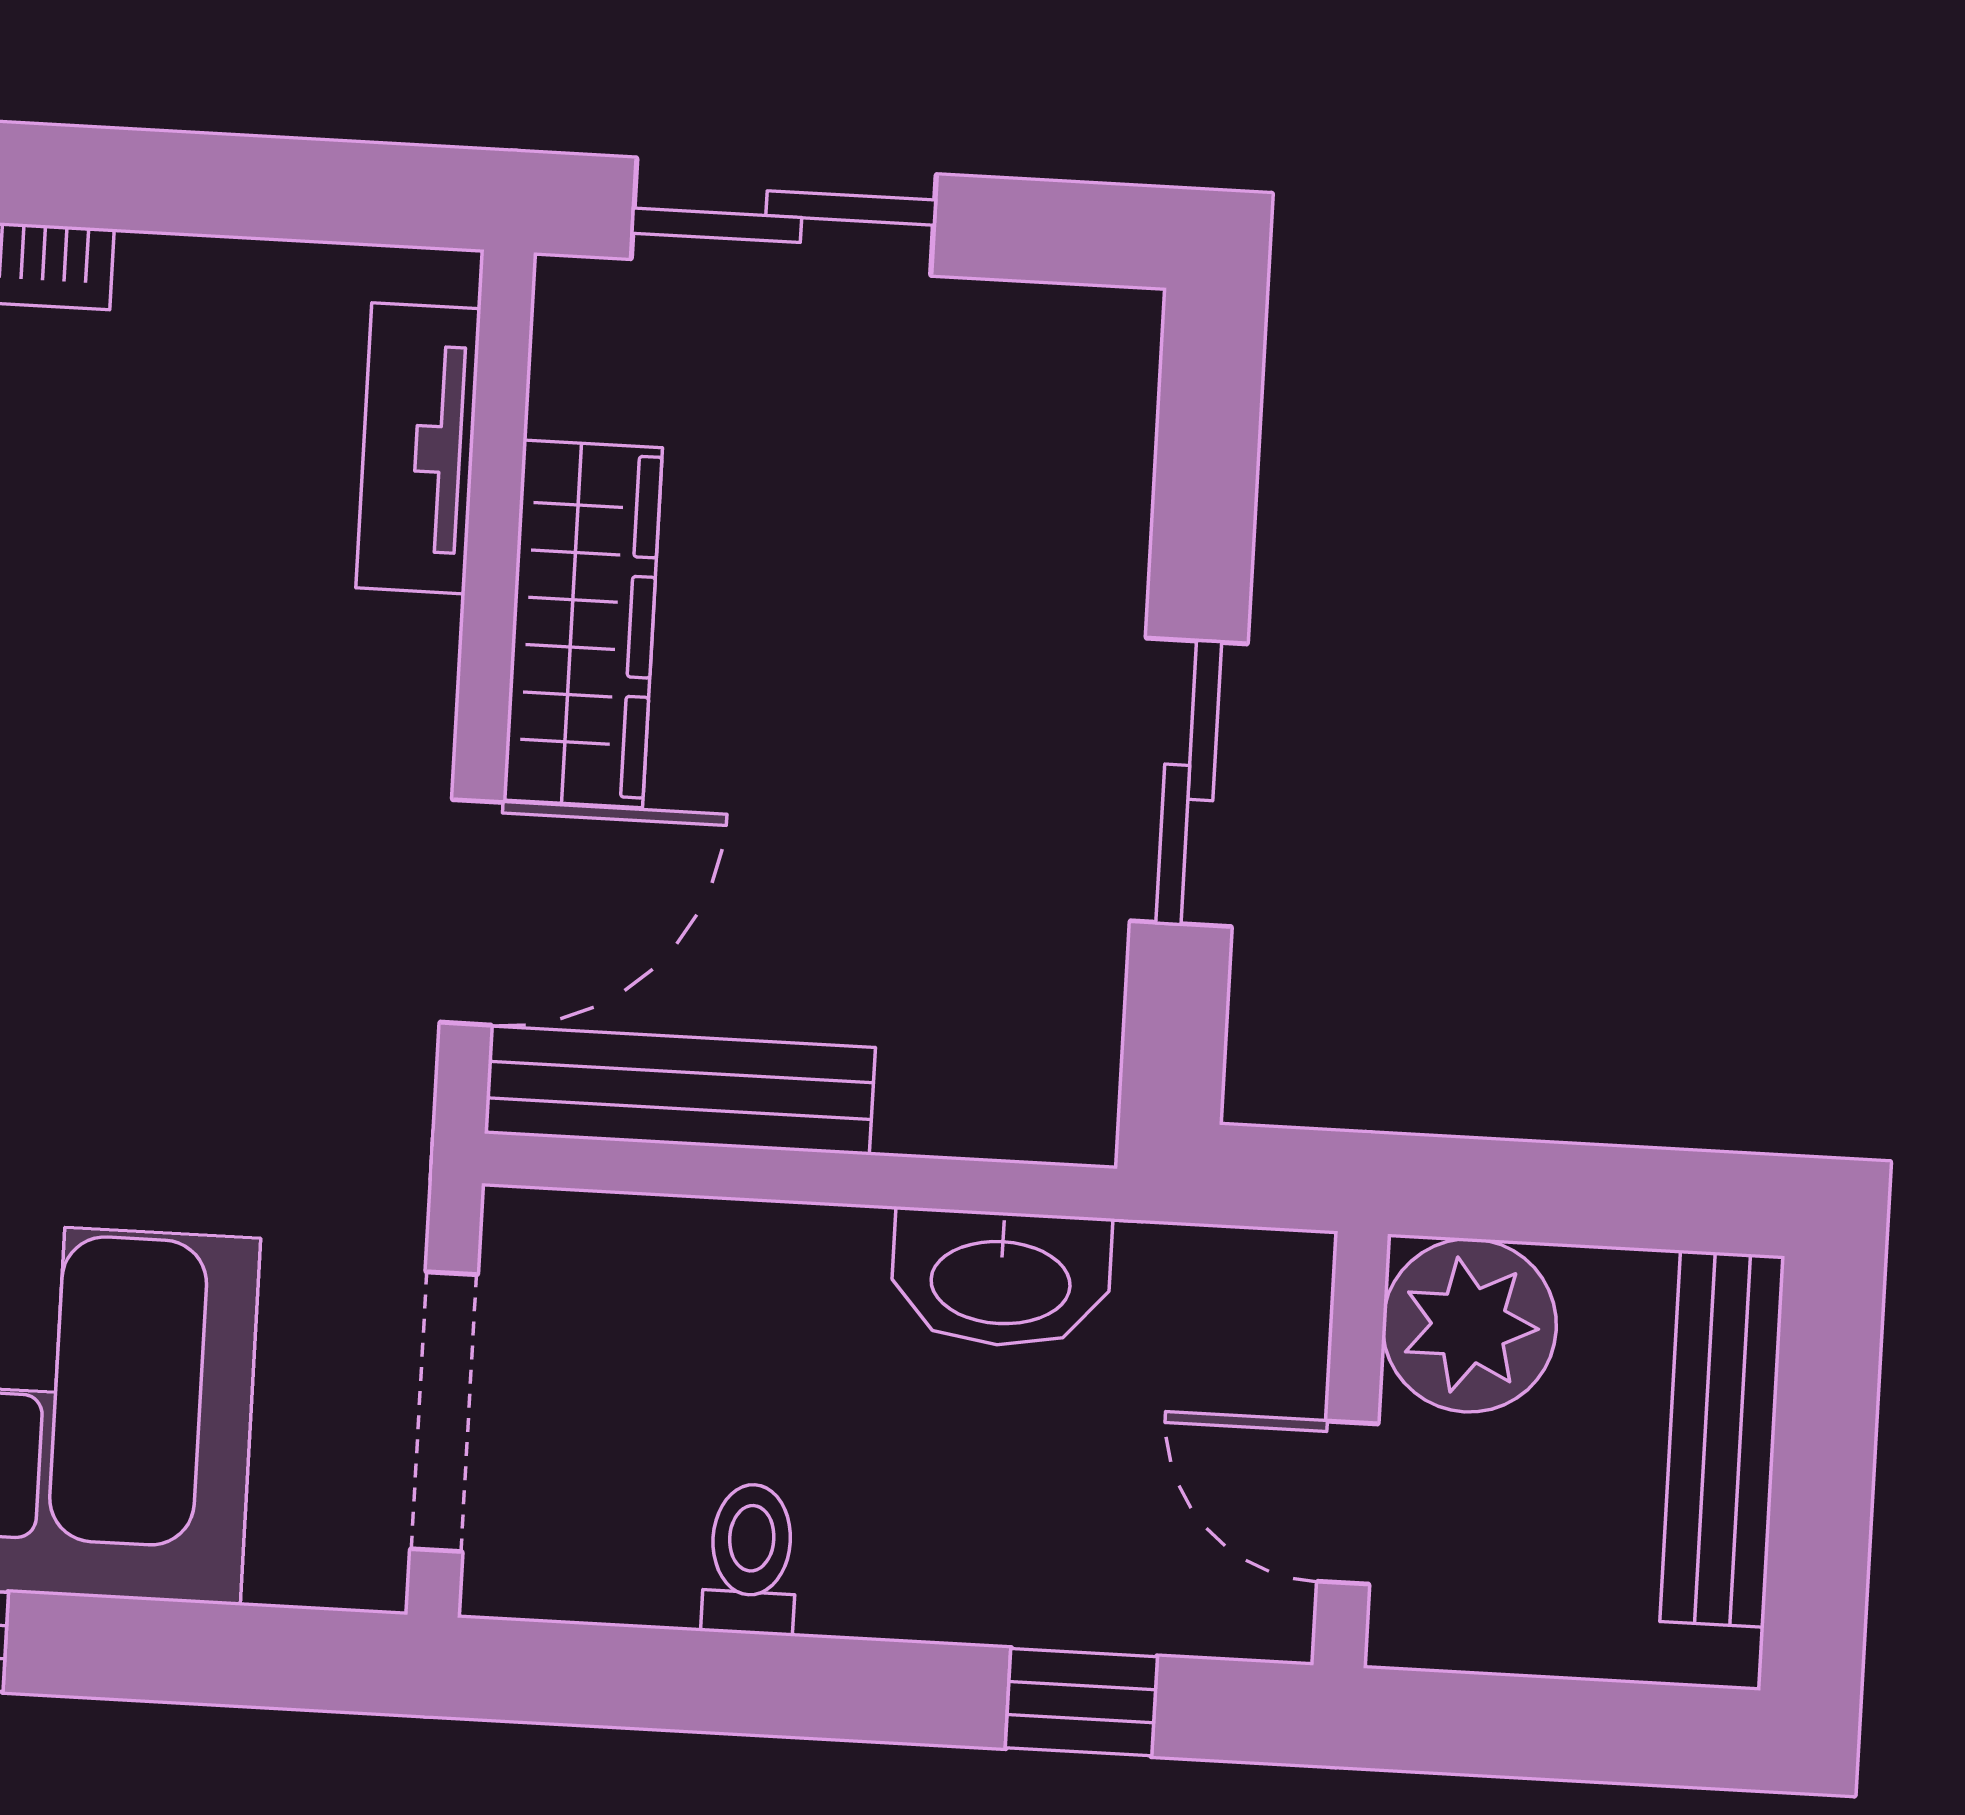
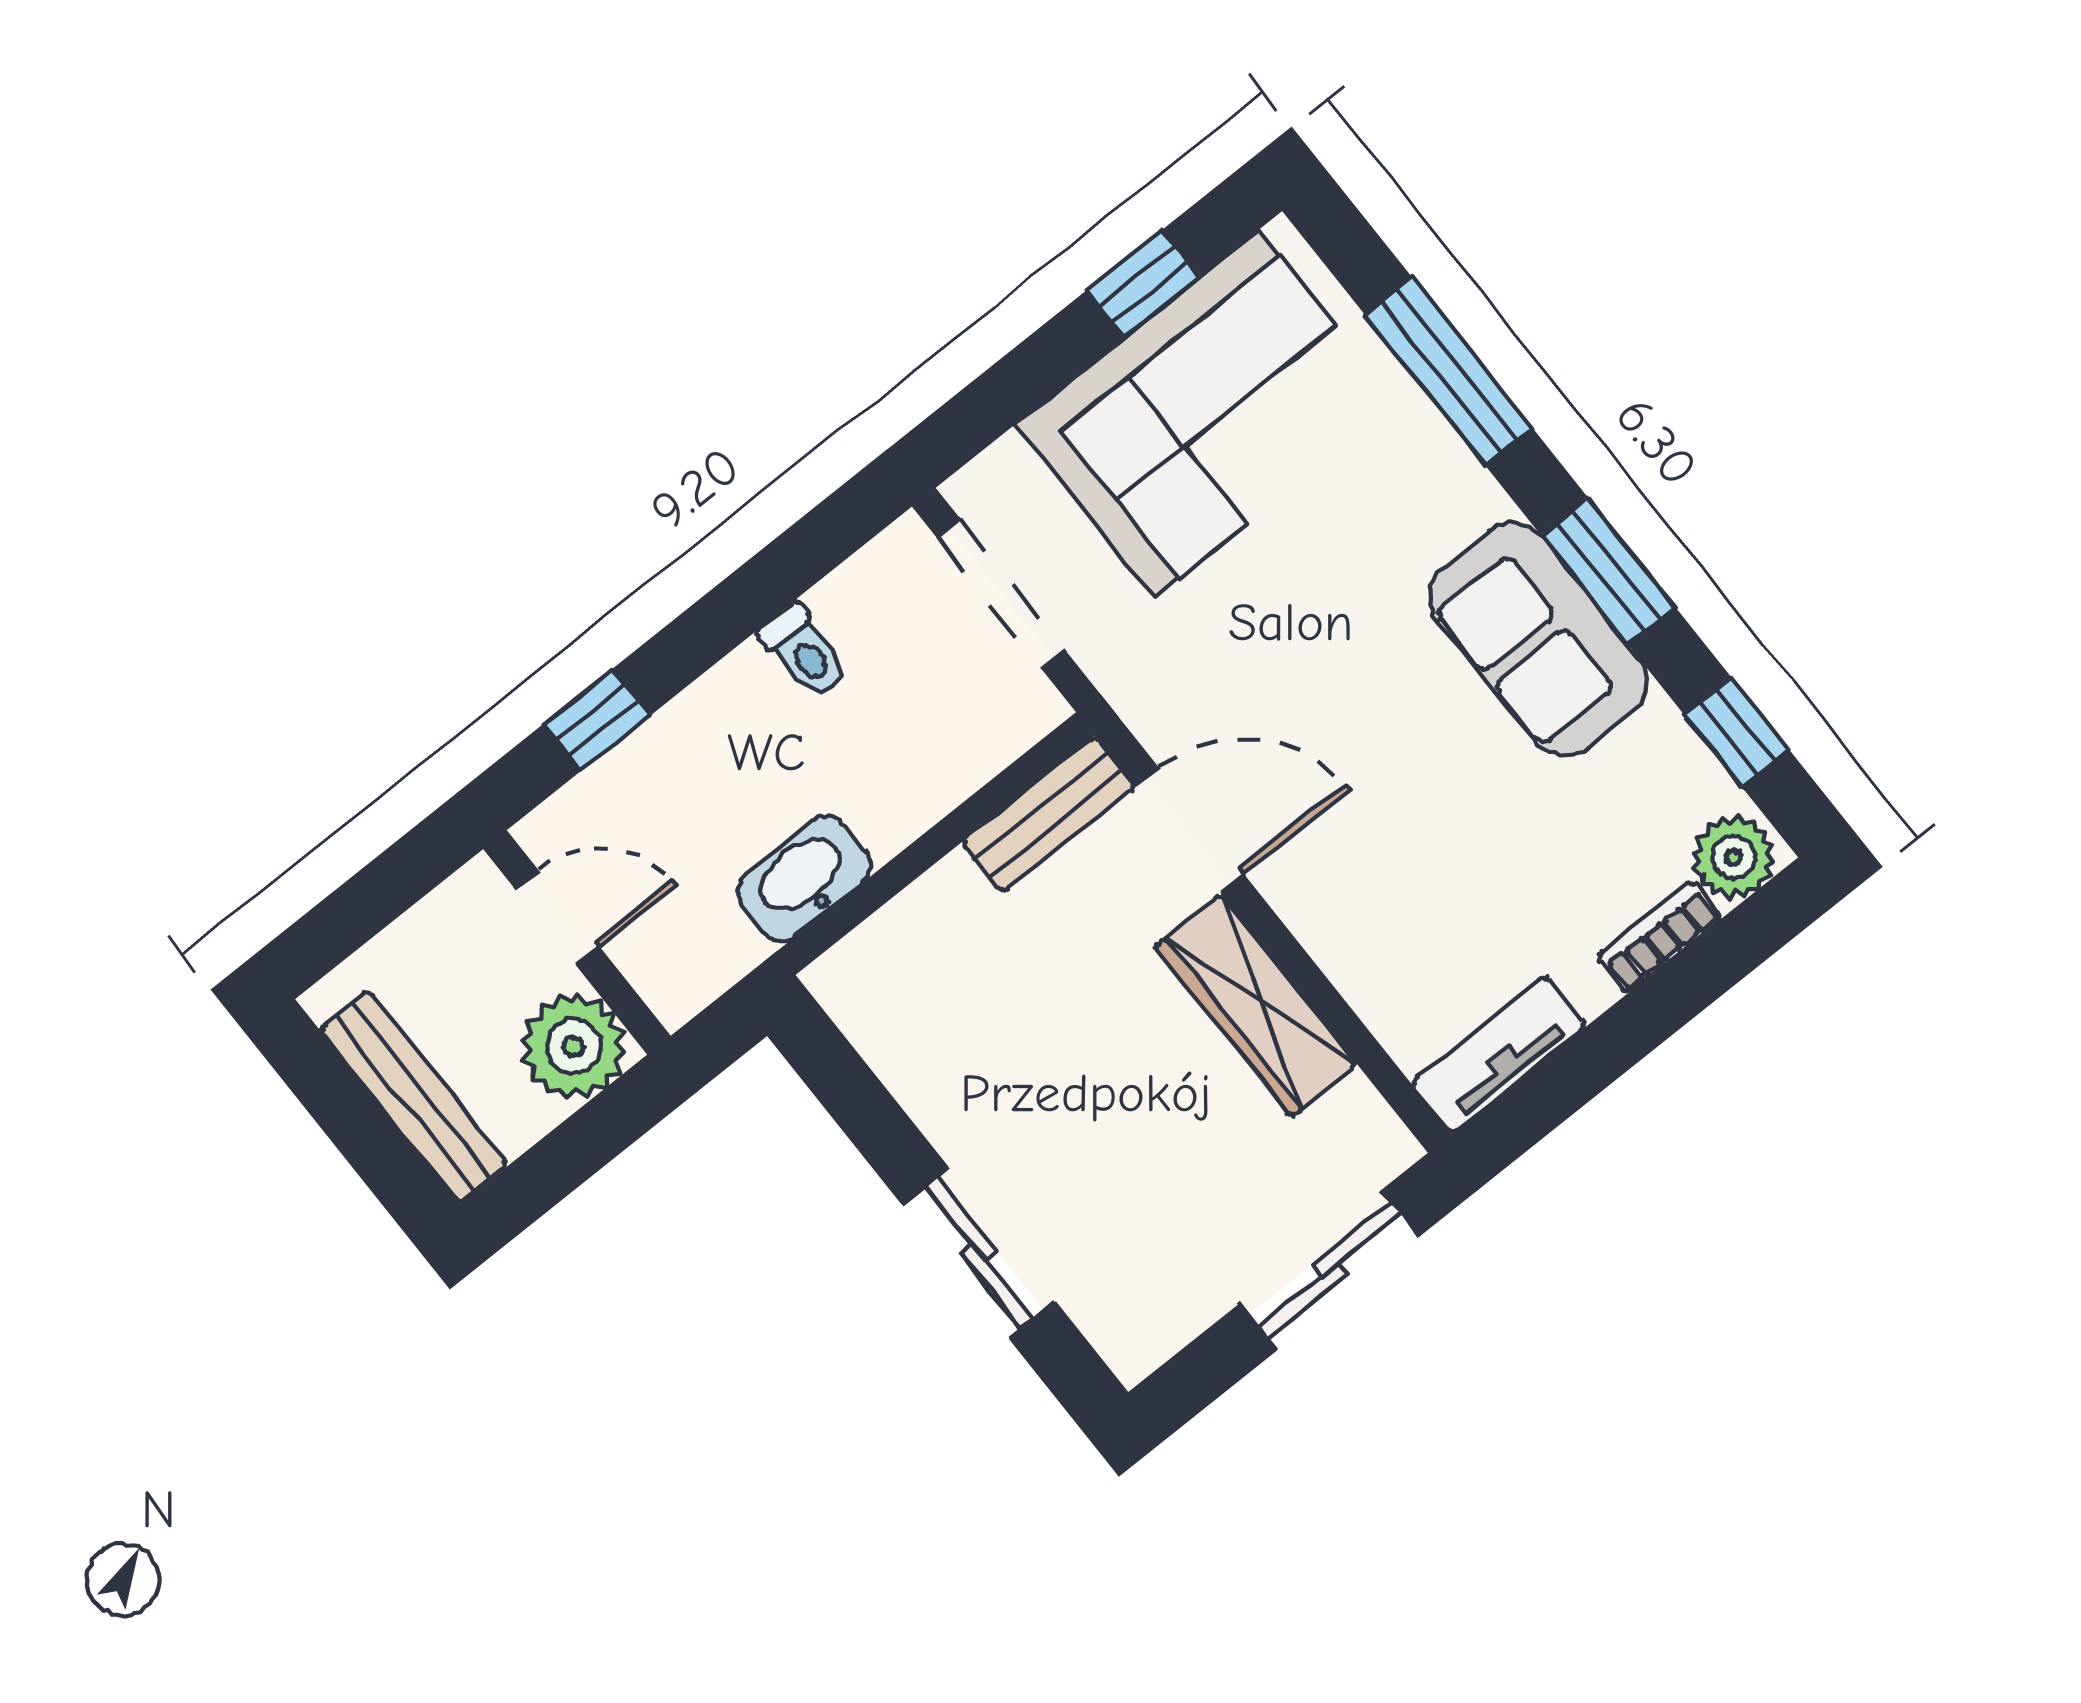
tv unit: (418, 448) -> (1498, 1054), moved, turned -90
sliding door: (1189, 782) -> (979, 1253), moved
door: (472, 912) -> (1190, 830), swing flipped
bench: (680, 1090) -> (1049, 815), width x0.73

